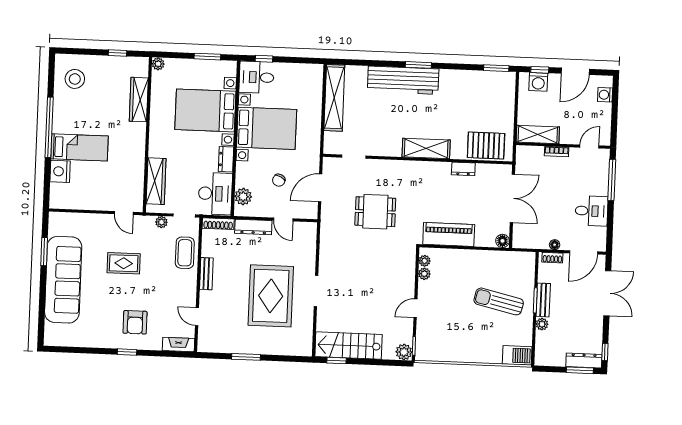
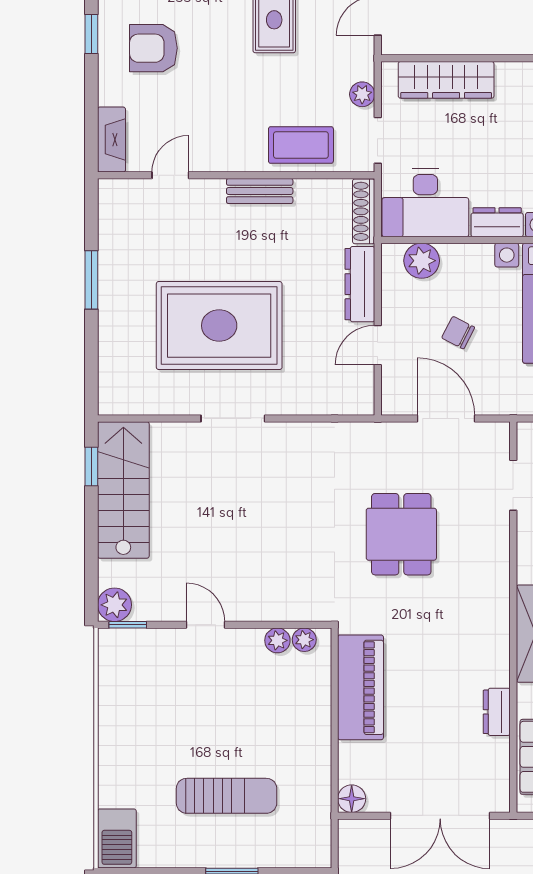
sun lounger: (499, 301) -> (227, 796), turned 77

